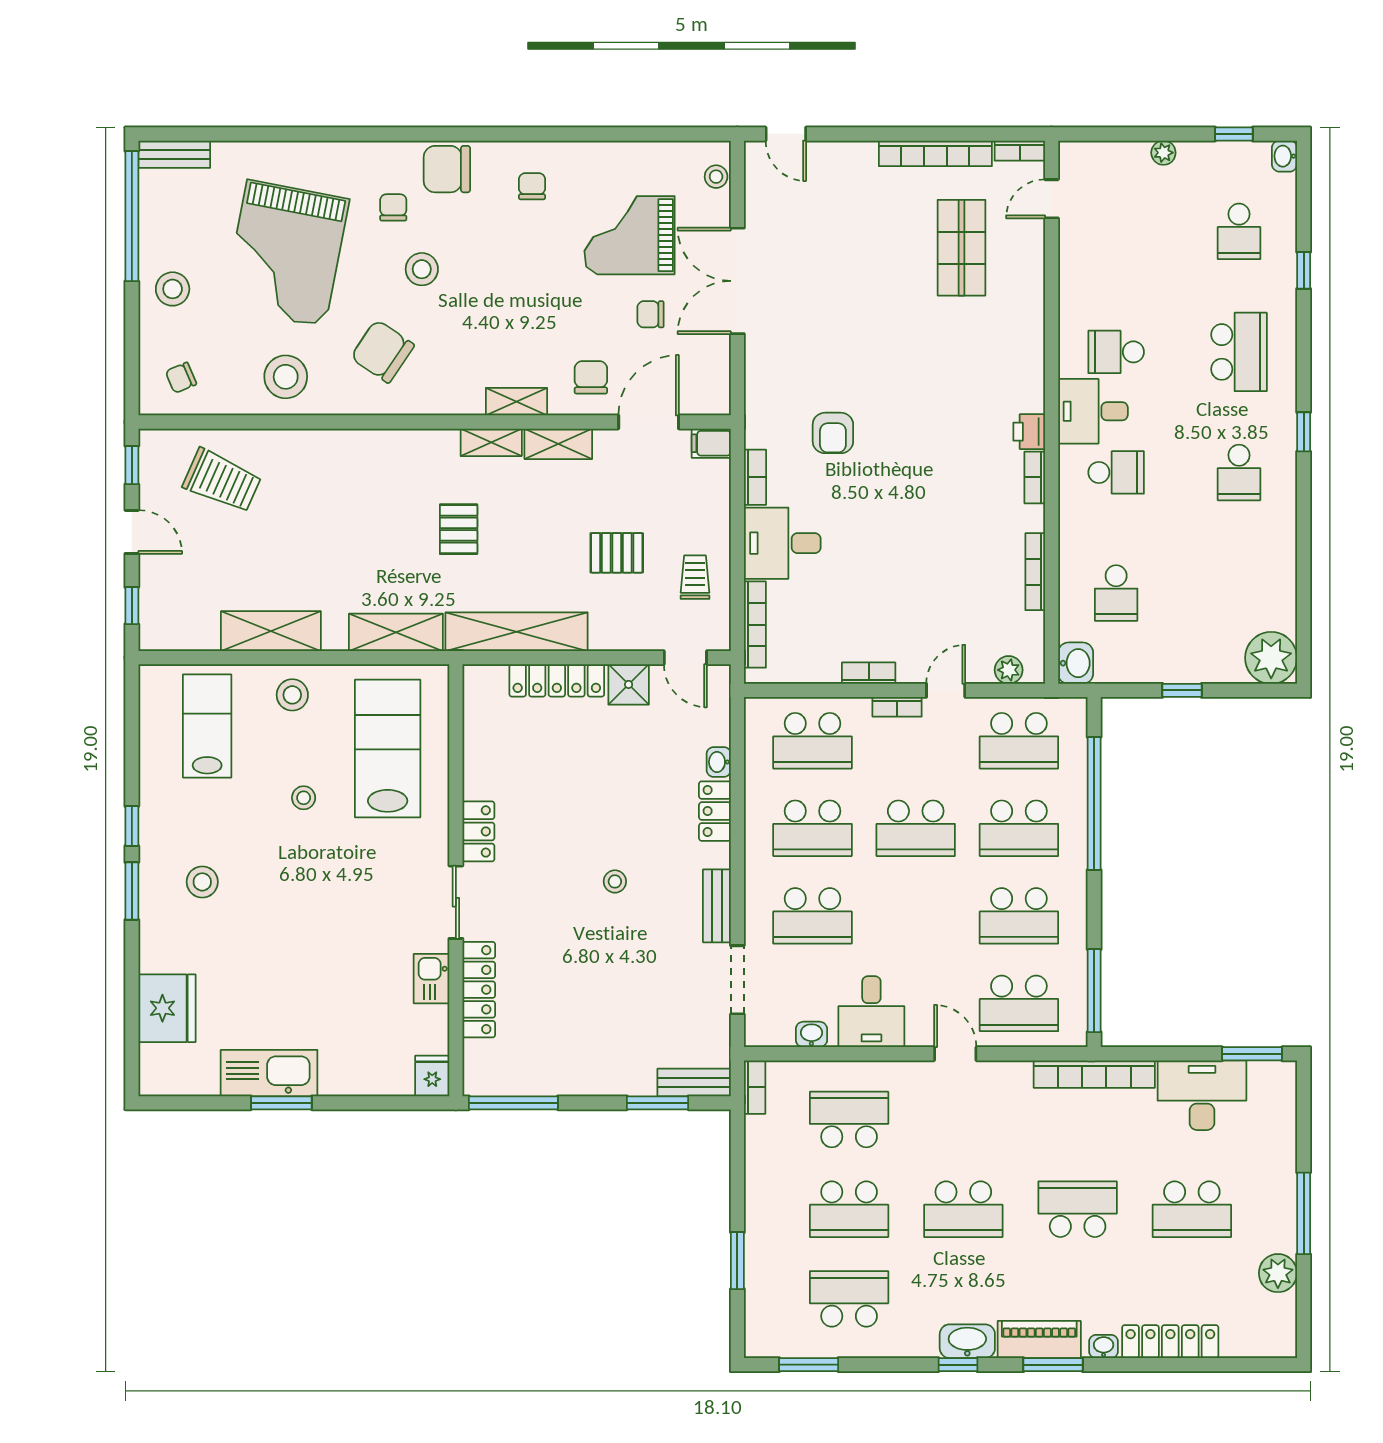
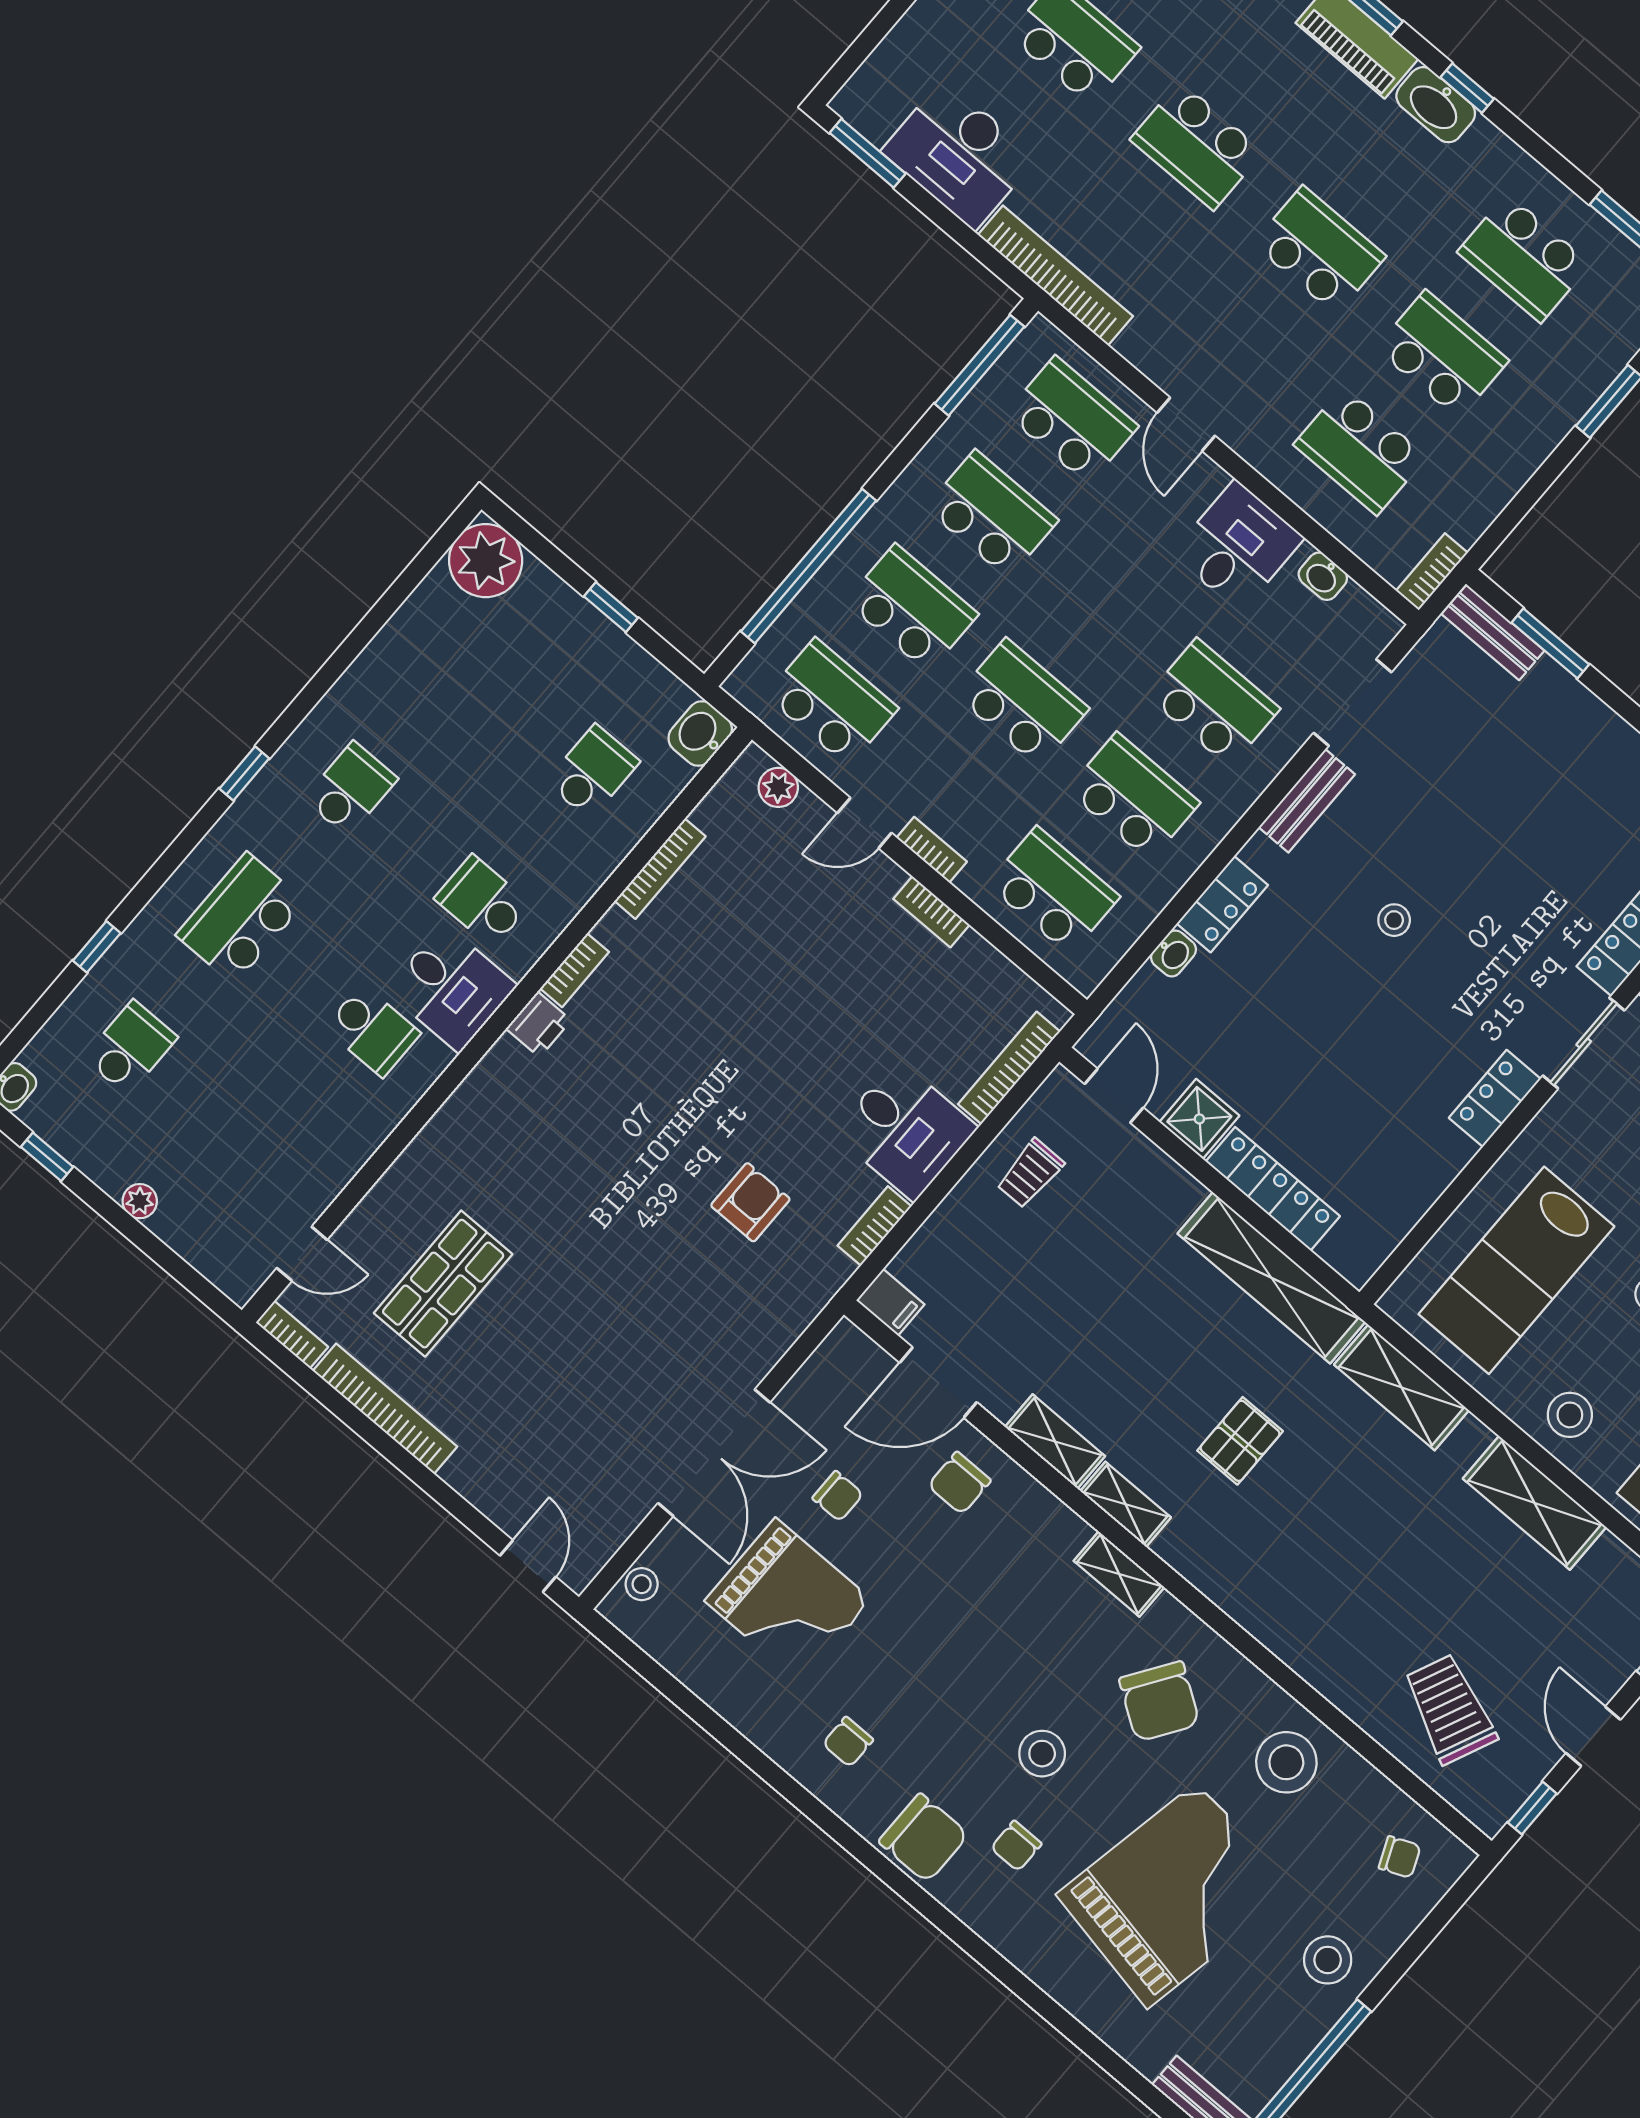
shelving: (517, 402) -> (1119, 1574), moved
pallet: (617, 553) -> (1092, 1271), removed

